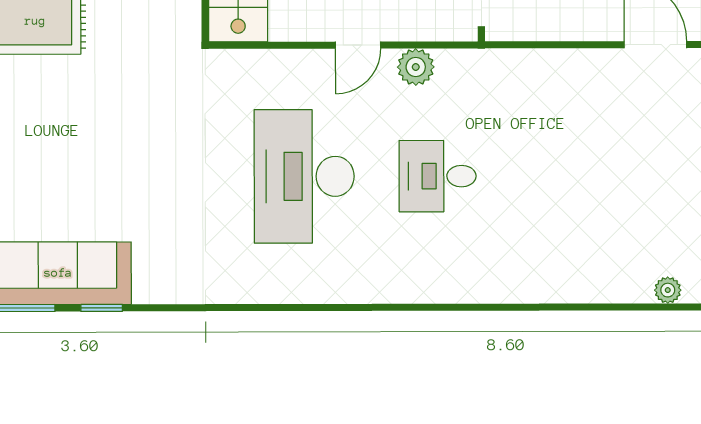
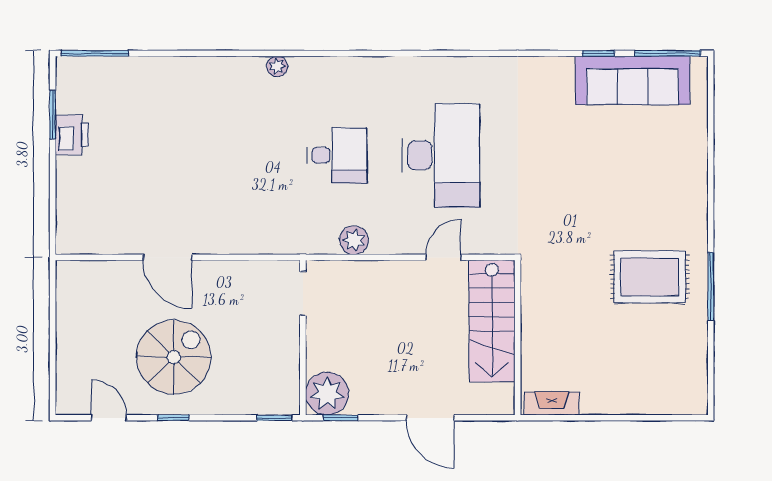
door: (358, 45) -> (443, 257), moved
plant: (668, 290) -> (277, 66), moved

